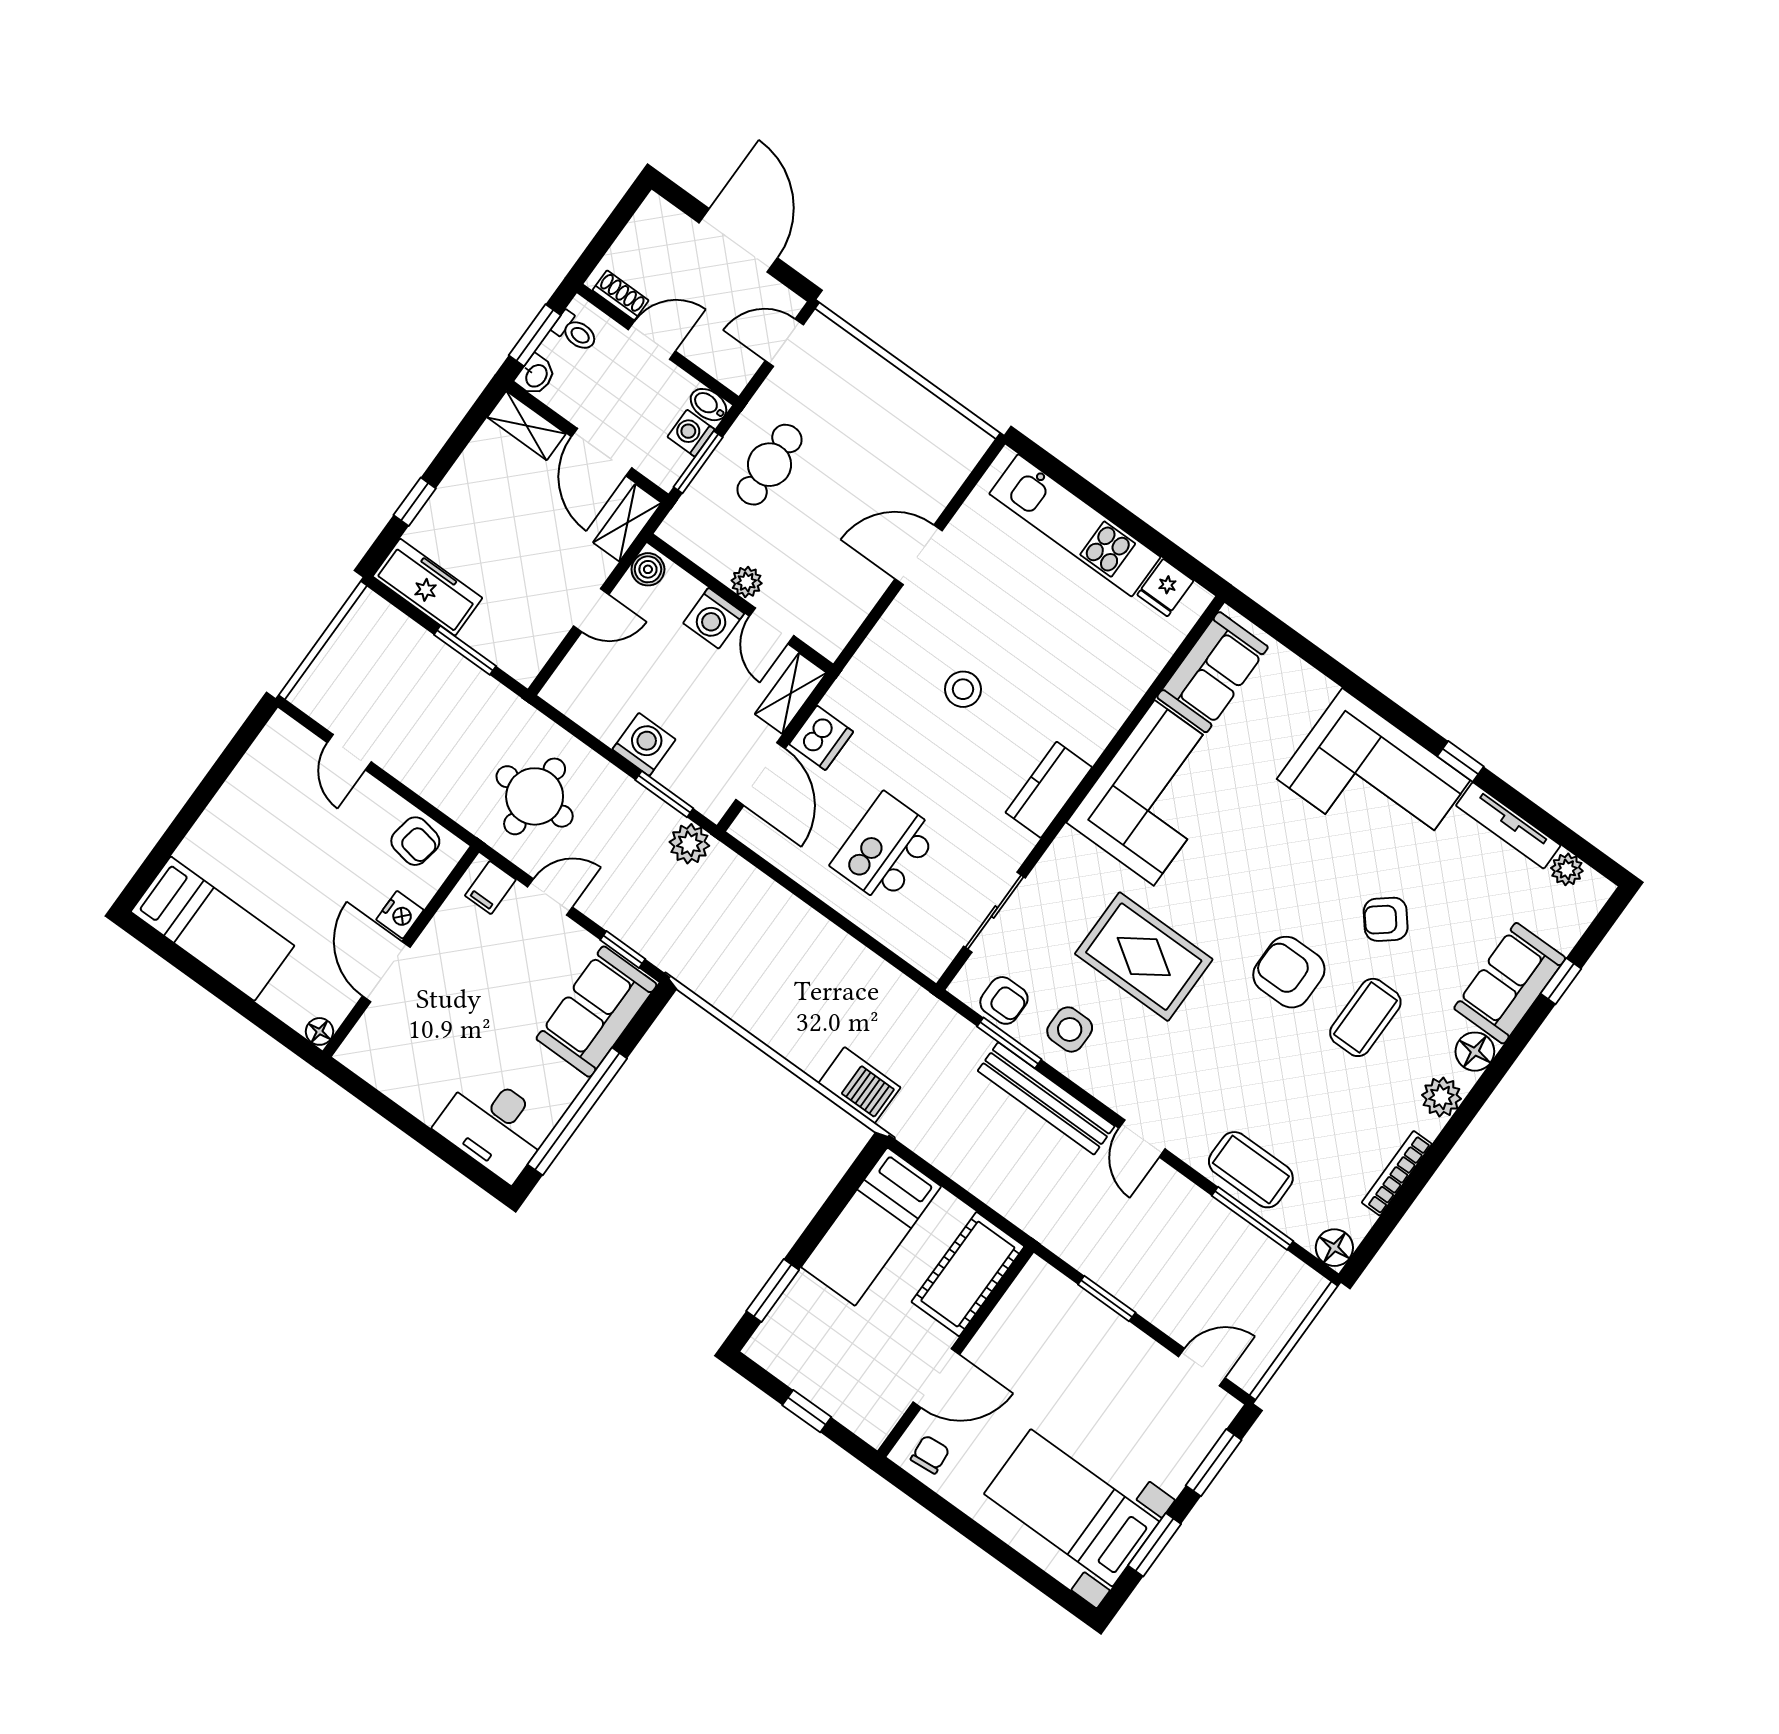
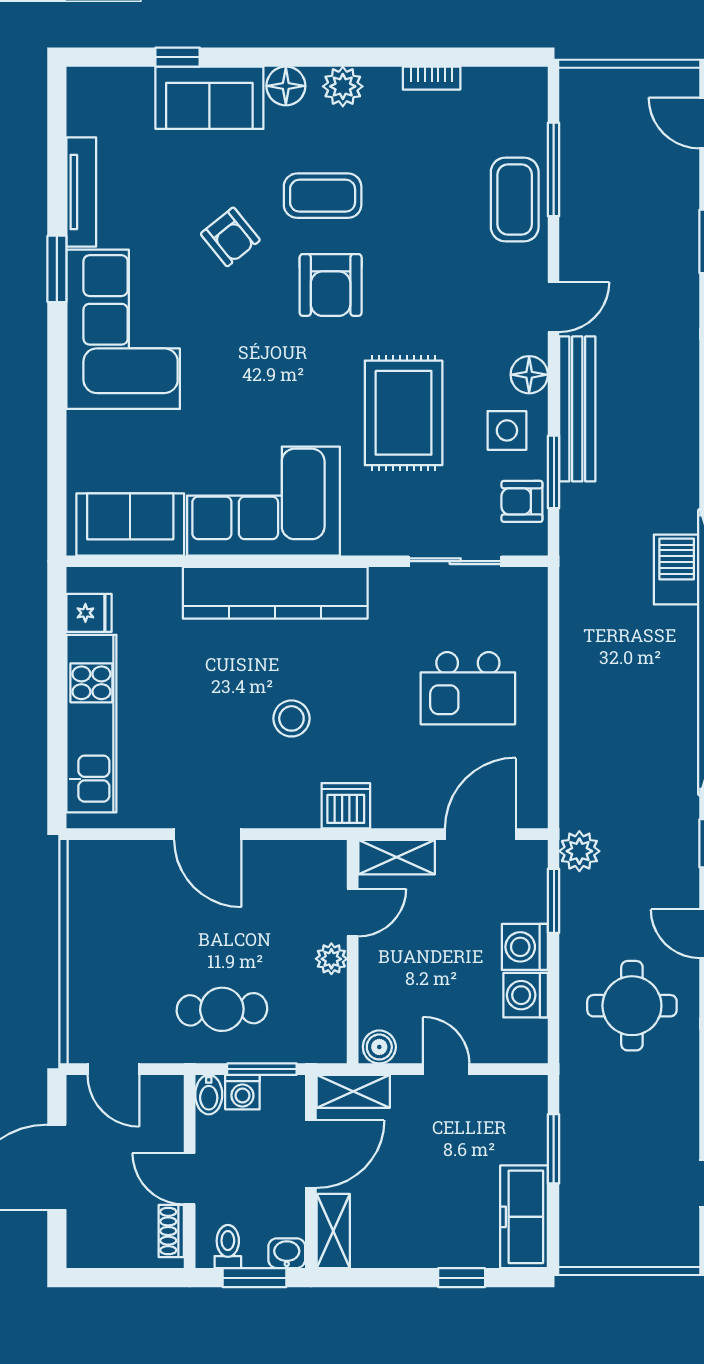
washing machine: (714, 618) -> (526, 995), moved, turned 180
dishwasher: (821, 738) -> (346, 806), moved
window: (1461, 761) -> (57, 269), width x1.50
kitchen counter: (1049, 790) -> (275, 593), width x2.08, depth x1.17
plant: (1567, 869) -> (83, 118), removed
armchair: (1004, 1000) -> (522, 501), turned -90
bookcase: (1397, 1173) -> (432, 78), width x0.64
floor lamp: (1334, 1248) -> (529, 375), moved

